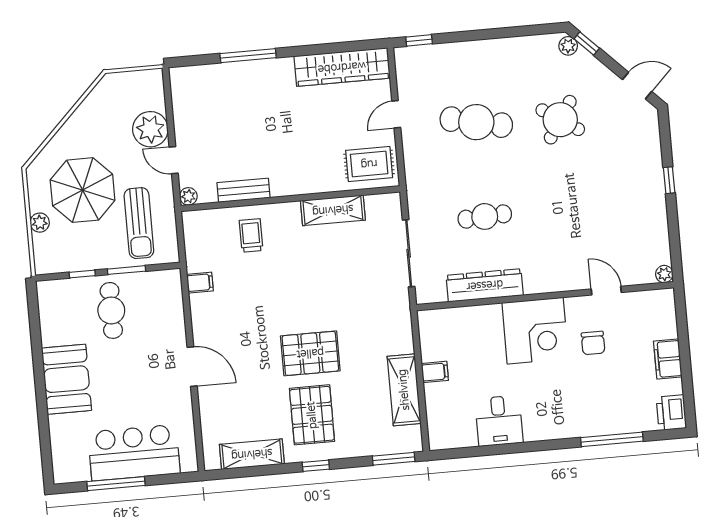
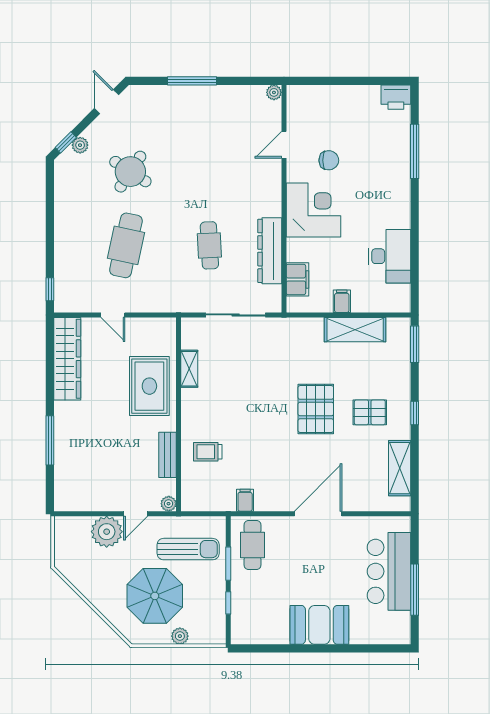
plant: (568, 46) -> (80, 145), moved
rug: (369, 164) -> (149, 386), moved, width x1.36, depth x1.43
window: (669, 180) -> (192, 81), width x2.17
shelving: (333, 210) -> (189, 369), width x0.67, depth x0.75
cafe table: (111, 310) -> (253, 545), moved, turned 90
filing cabinet: (668, 359) -> (298, 279), moved, turned -90
door: (192, 367) -> (318, 514), width x1.36
pallet: (312, 415) -> (370, 412), width x0.67, depth x0.71
desk: (499, 421) -> (390, 256), width x1.37

